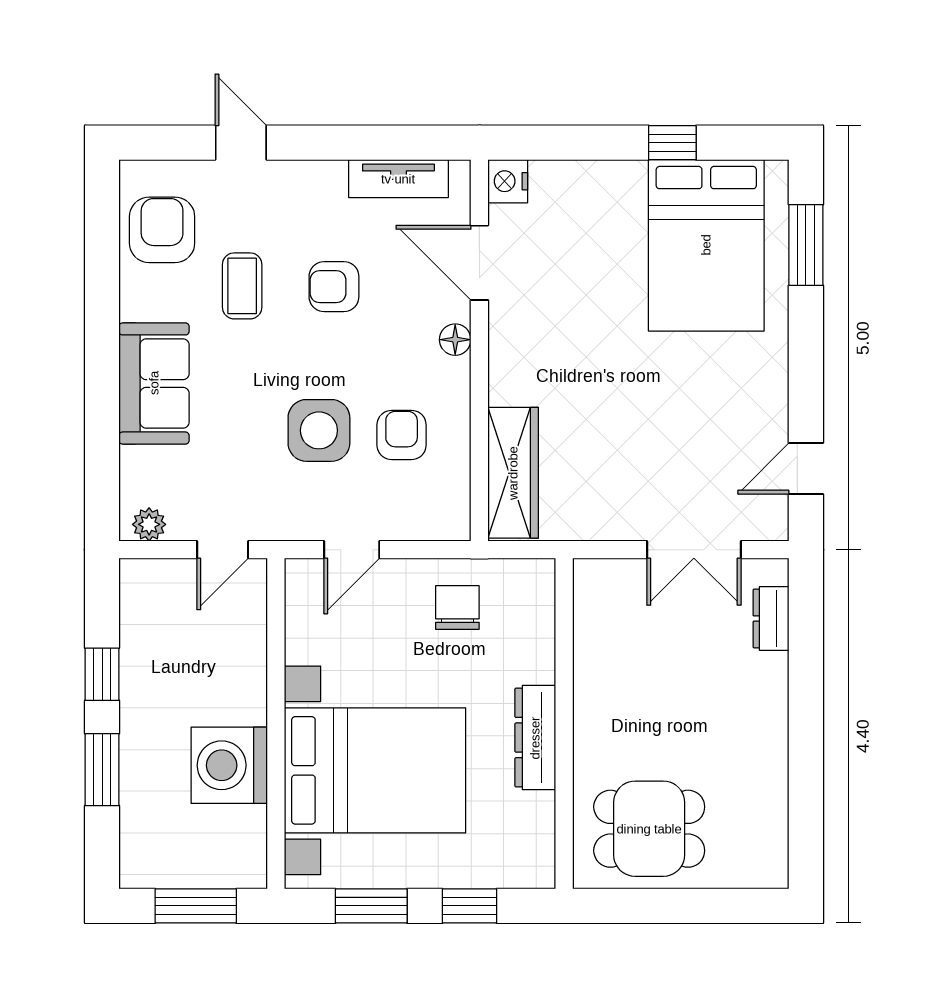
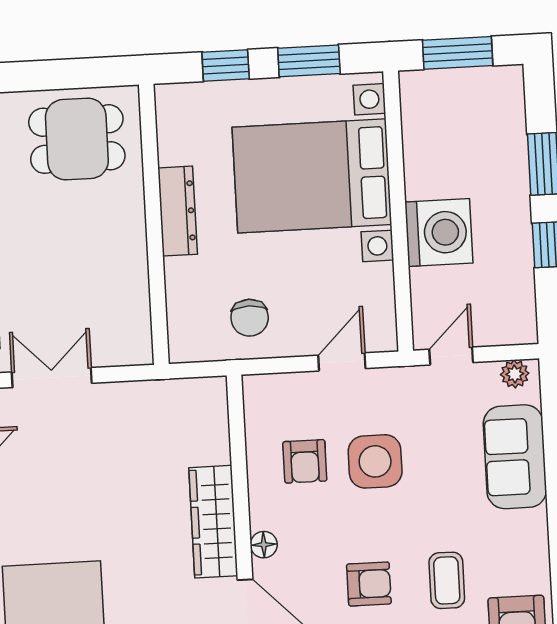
sofa: (154, 383) -> (515, 457), moved
wardrobe: (513, 473) -> (213, 522), moved
washing machine: (229, 765) -> (439, 233), moved

